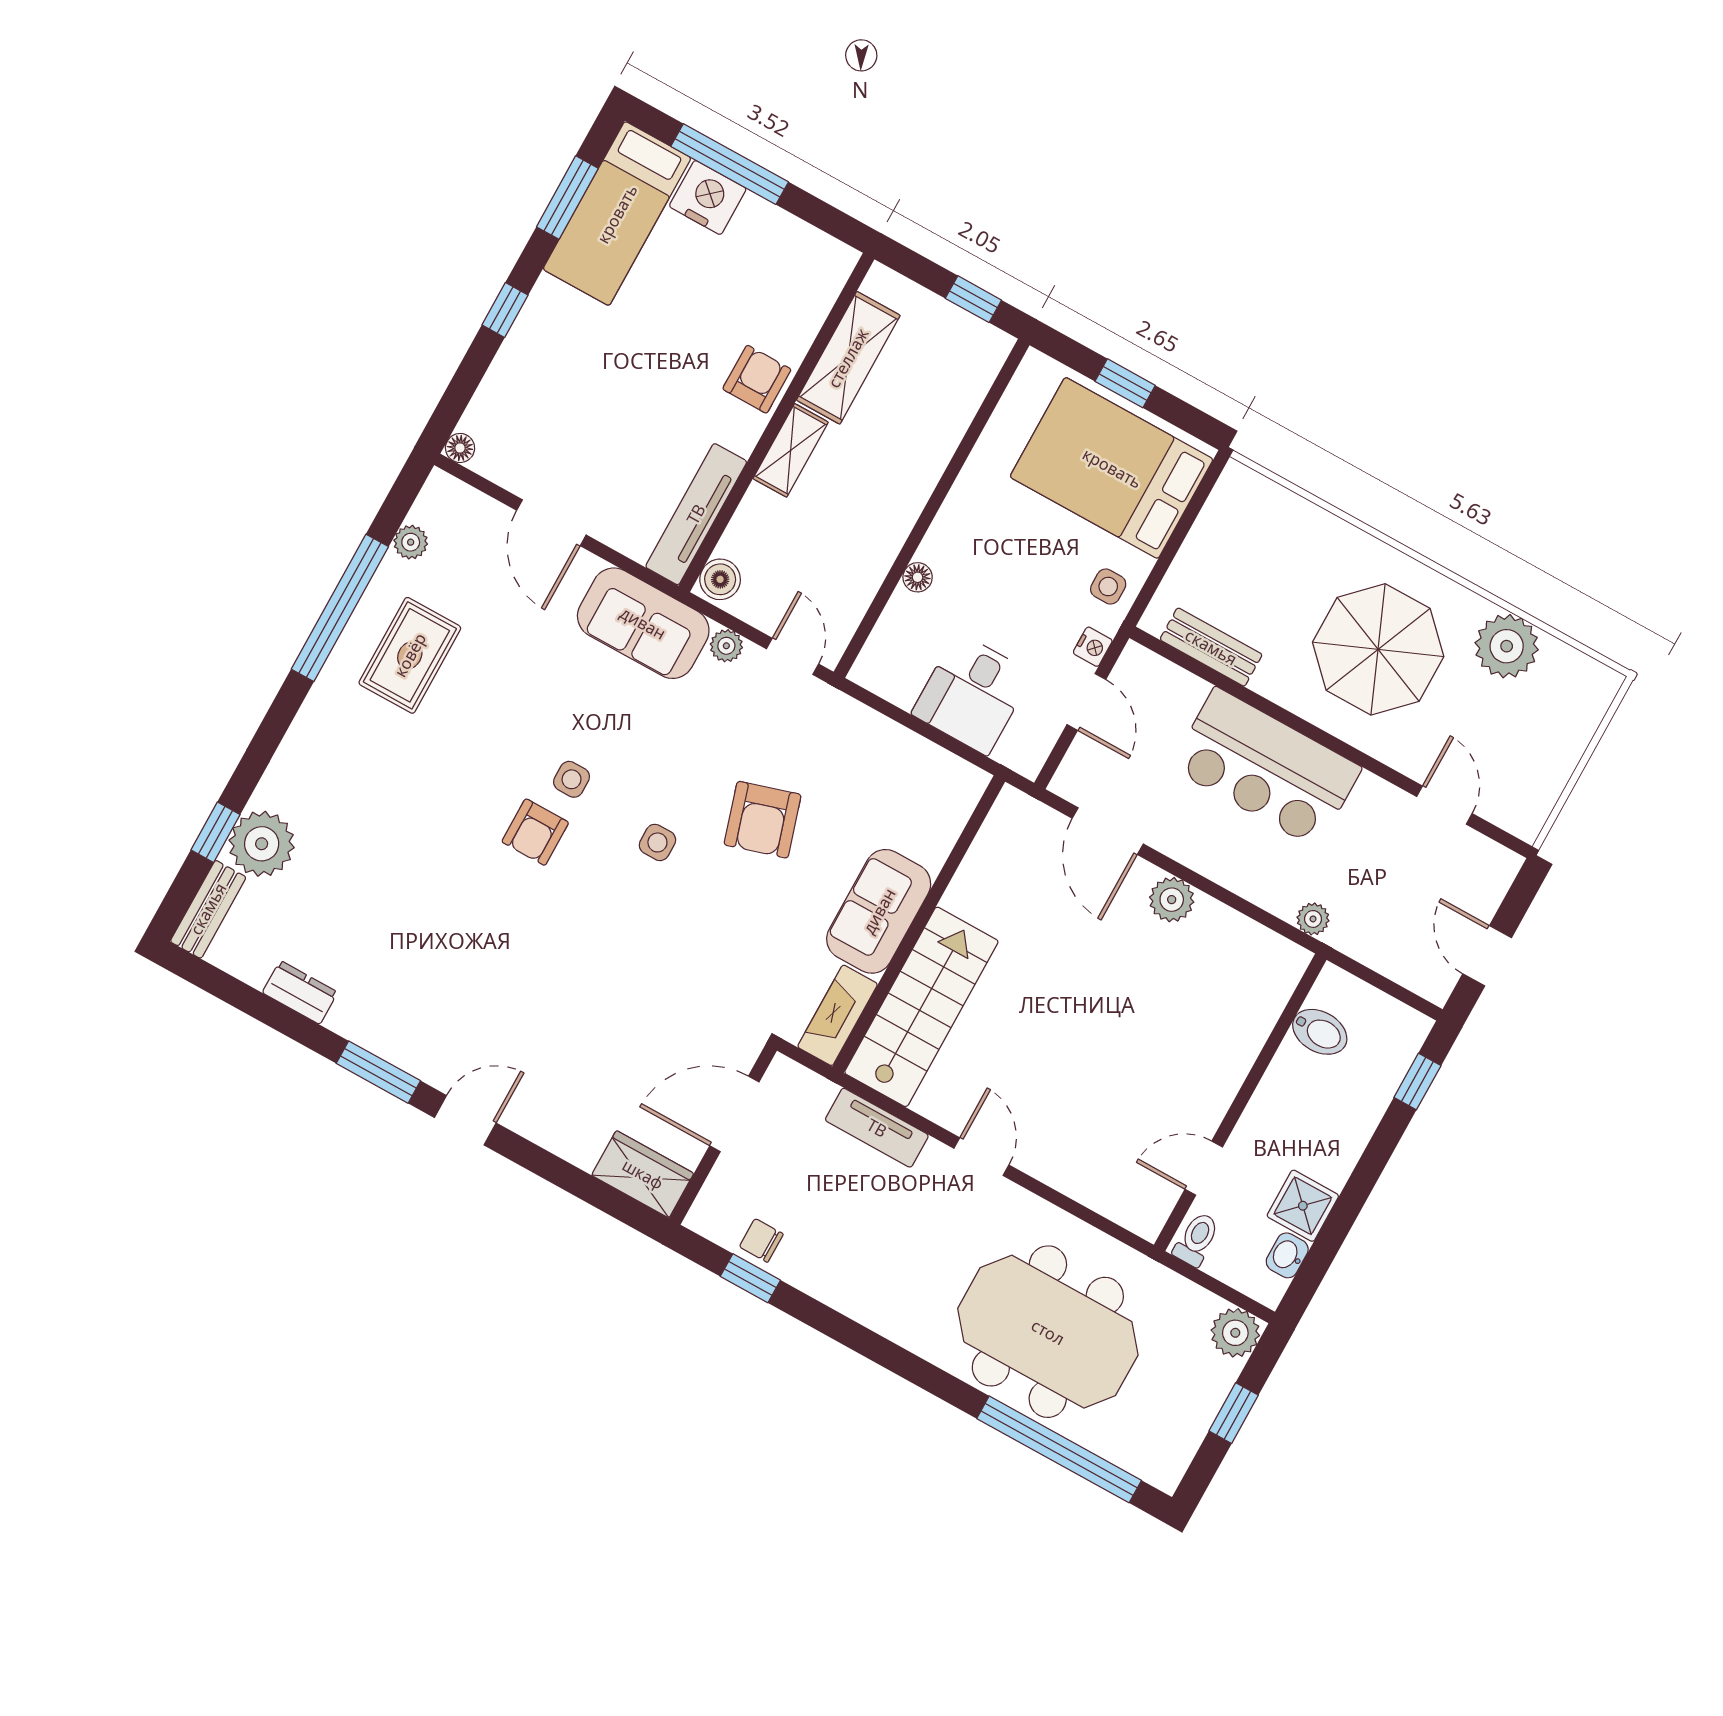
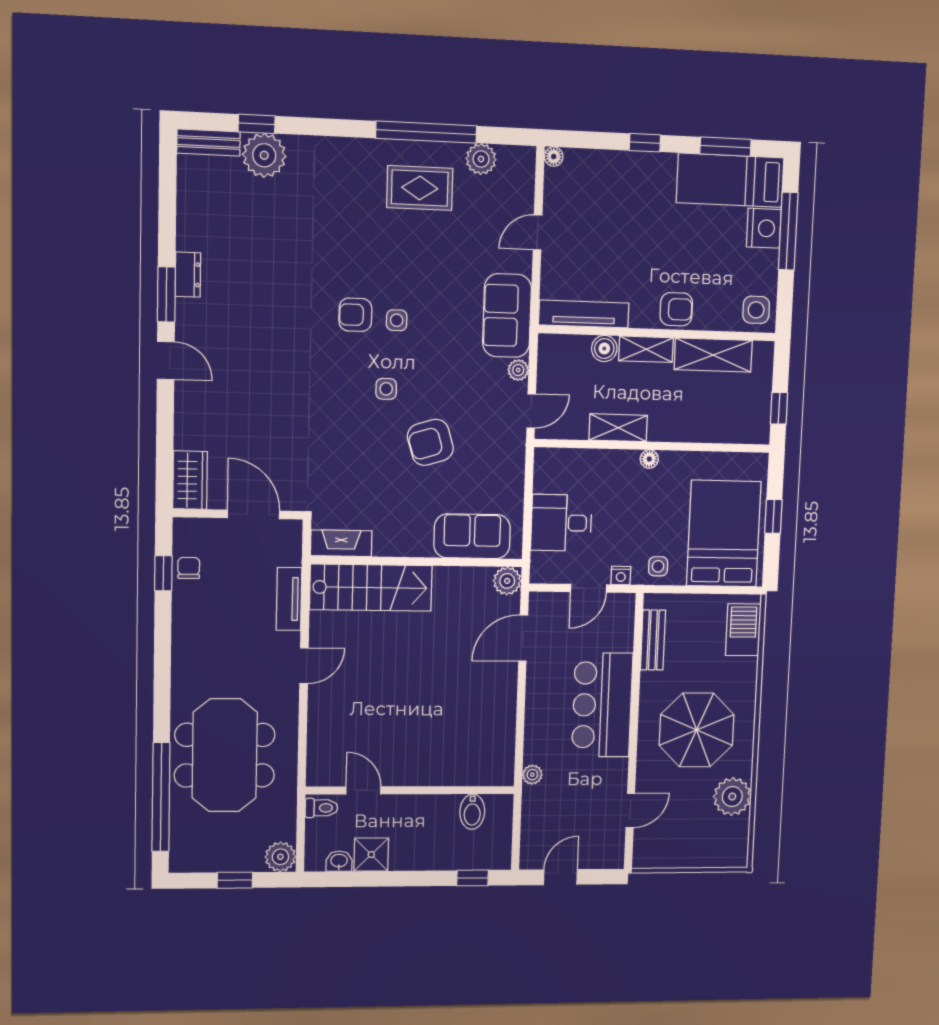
side table: (816, 265) -> (756, 310), added
barbecue: (1267, 509) -> (743, 630), added
door: (551, 523) -> (538, 232), width x0.73
plant: (411, 542) -> (481, 159), width x1.38, depth x1.38
shelving: (880, 545) -> (618, 428), added
floor lamp: (918, 577) -> (649, 459), moved
boiler: (720, 579) -> (604, 349), moved
plant: (1172, 900) -> (507, 581), moved
sofa: (879, 911) -> (472, 536), moved
dresser: (300, 992) -> (188, 275), moved

